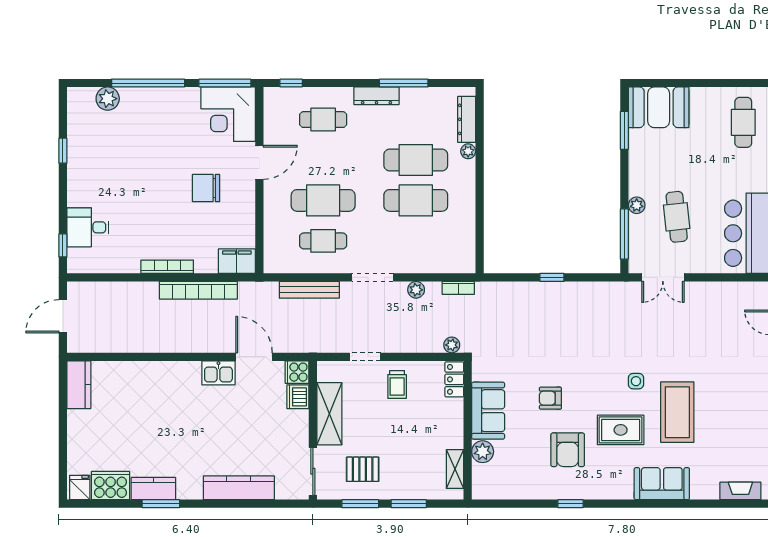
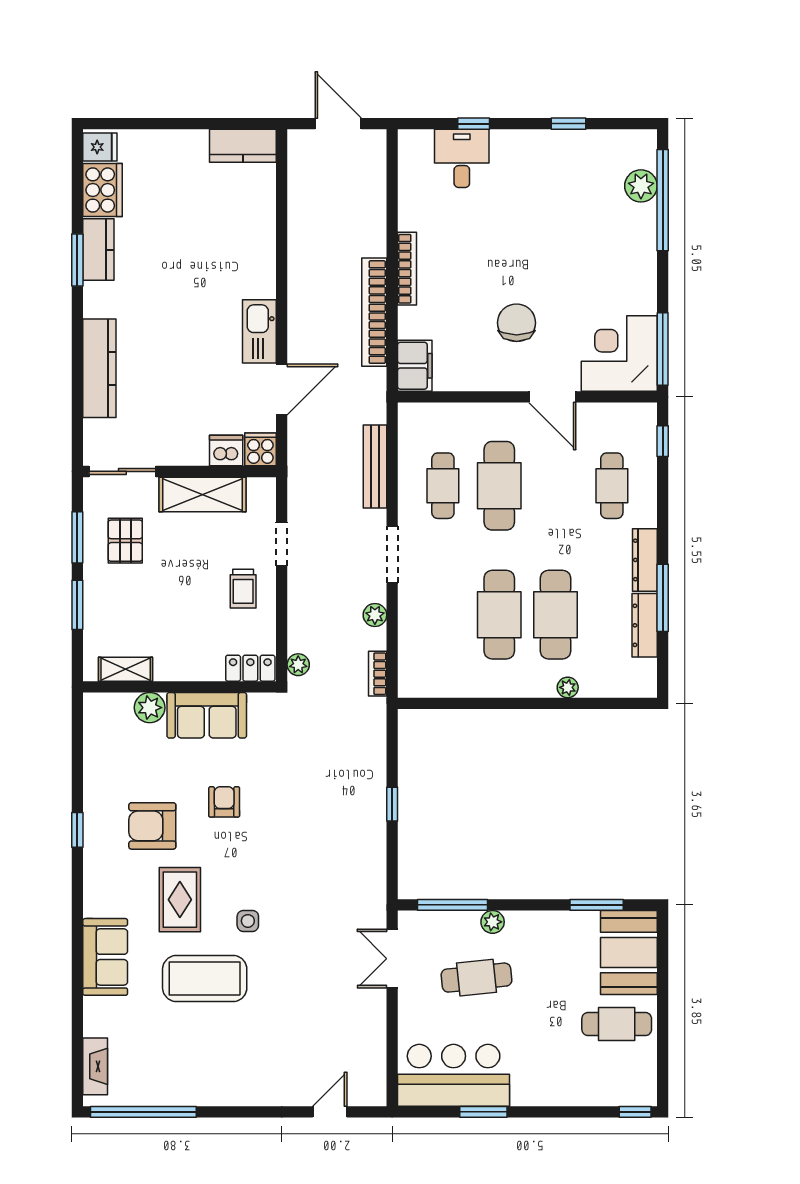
window: (148, 83) -> (663, 200), moved
dresser: (467, 119) -> (645, 625), moved, turned -90
cafe table: (743, 122) -> (617, 1024), moved
window: (63, 245) -> (474, 124), moved
kitchen sink: (218, 373) -> (259, 331), width x1.38
trolley: (397, 385) -> (243, 589), turned -90

